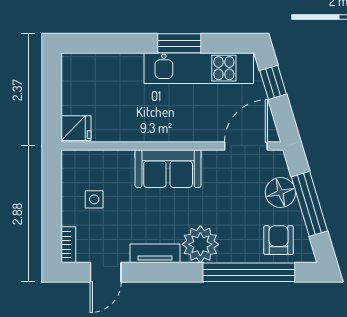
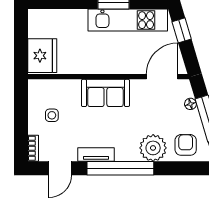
fridge: (76, 128) -> (42, 56), width x1.88, depth x1.34
floor lamp: (280, 192) -> (190, 104), width x0.53, depth x0.53
plant: (200, 244) -> (153, 148), moved
window: (249, 272) -> (120, 168), moved

